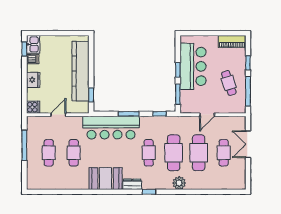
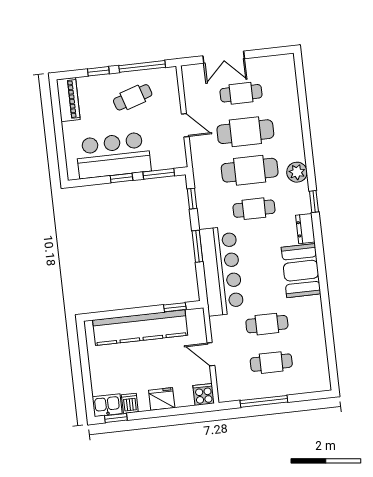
plant: (179, 183) -> (297, 172), moved

